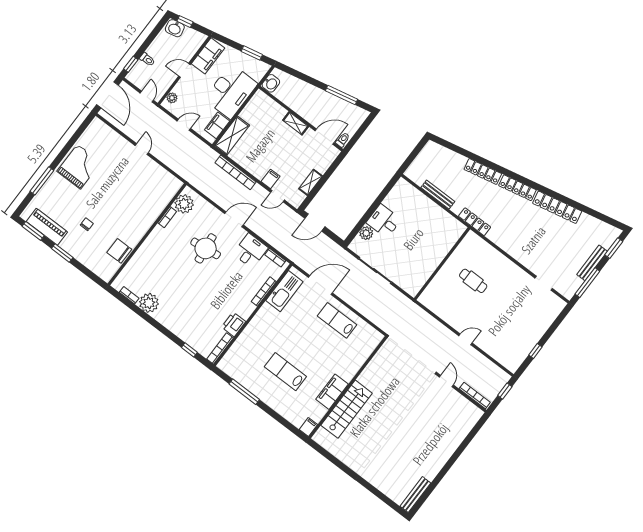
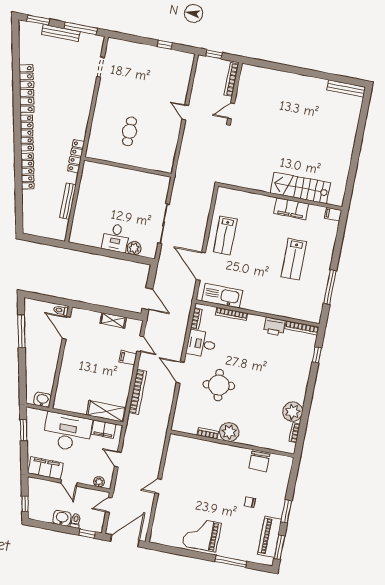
washbasin: (175, 28) -> (62, 518), moved, turned -78
shelving: (296, 123) -> (67, 360), removed
plant: (184, 204) -> (229, 432), moved

